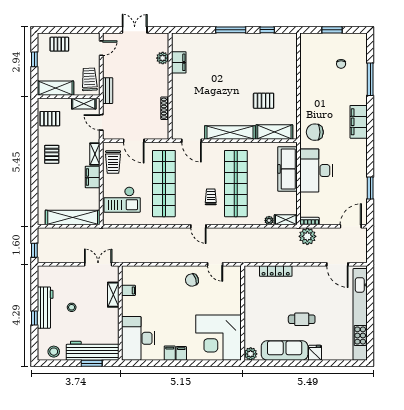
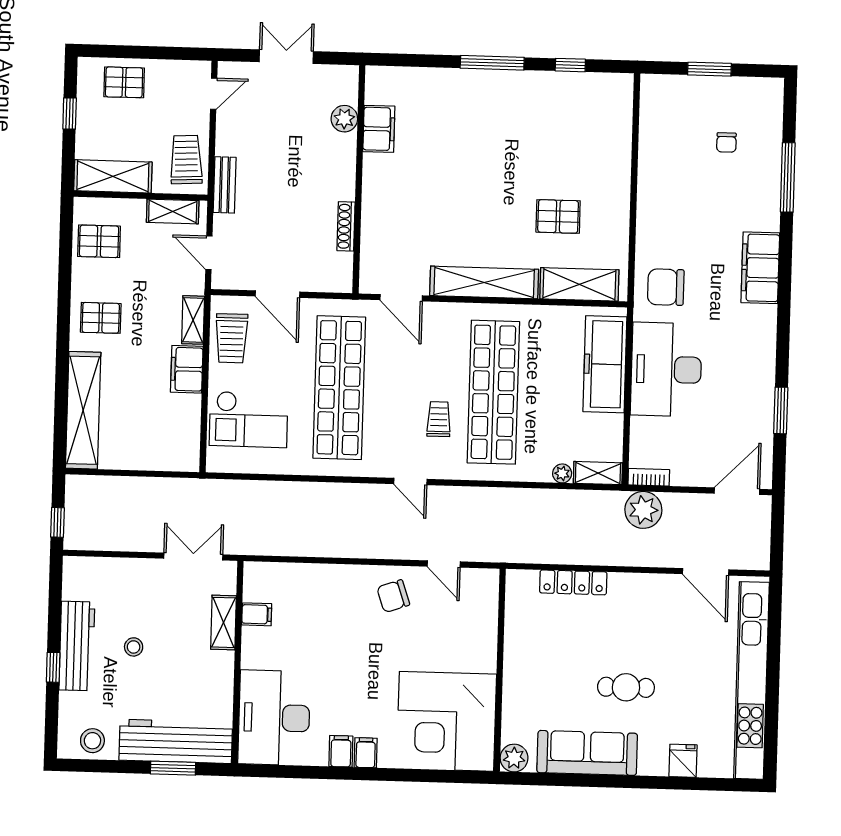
pallet: (52, 154) -> (101, 318), turned 90
shelving: (73, 217) -> (83, 410), moved, turned 90
fridge: (315, 353) -> (683, 761), moved

